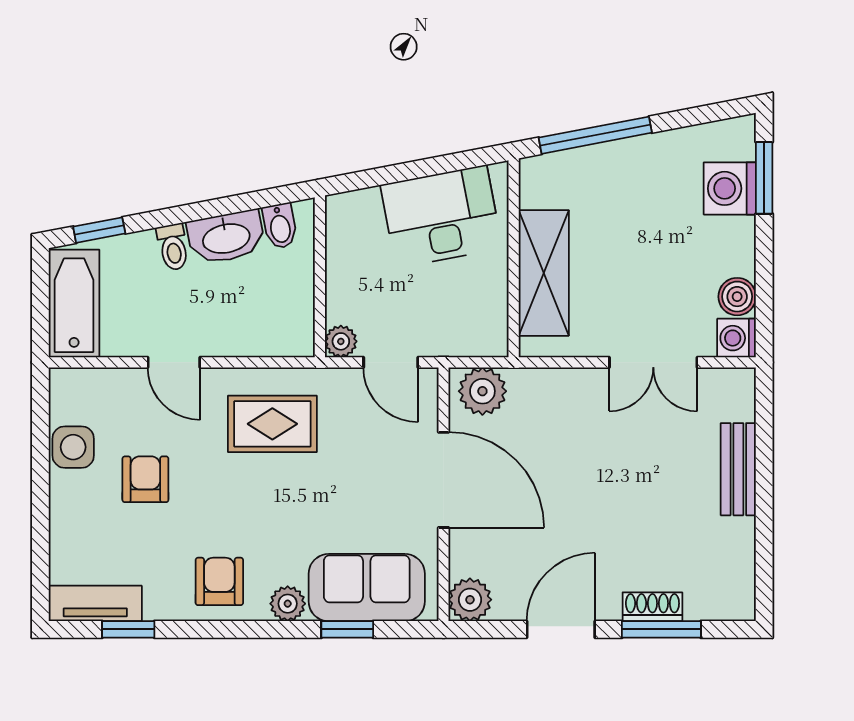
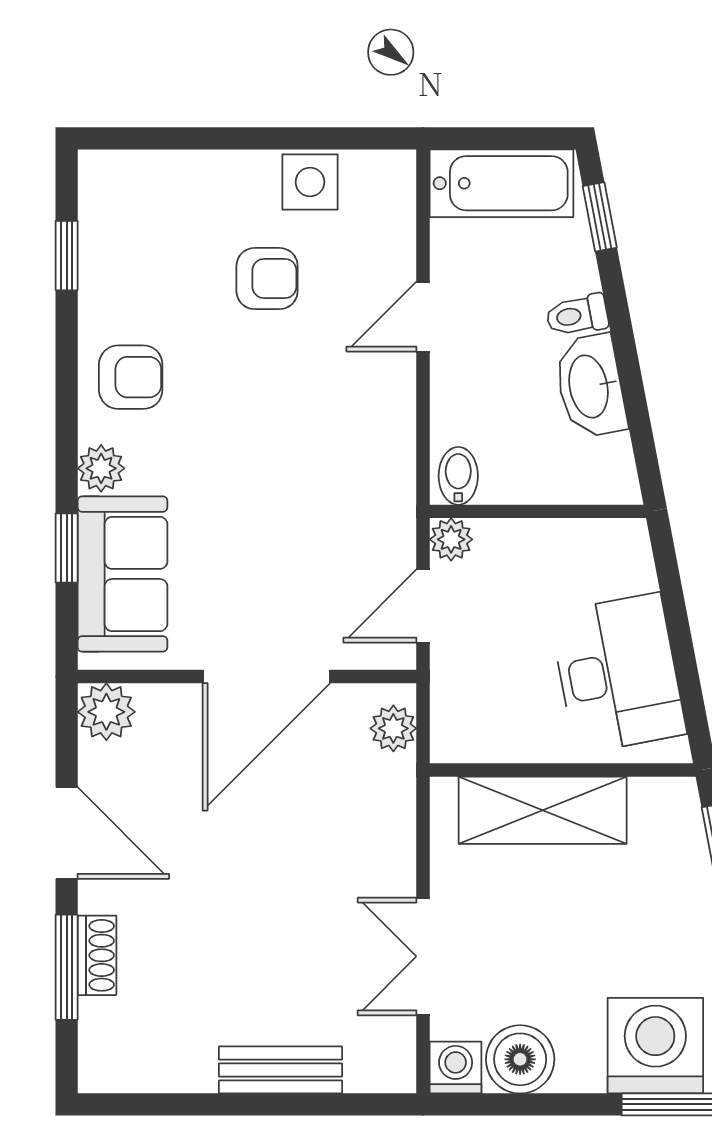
washing machine: (730, 188) -> (655, 1046), width x1.37, depth x1.37
bidet: (280, 226) -> (458, 476), moved, turned 101
boiler: (737, 297) -> (520, 1059), width x1.36, depth x1.36
plant: (482, 391) -> (393, 728), width x0.73, depth x0.73
rug: (272, 424) -> (341, 448), removed
tv unit: (95, 603) -> (101, 212), removed

